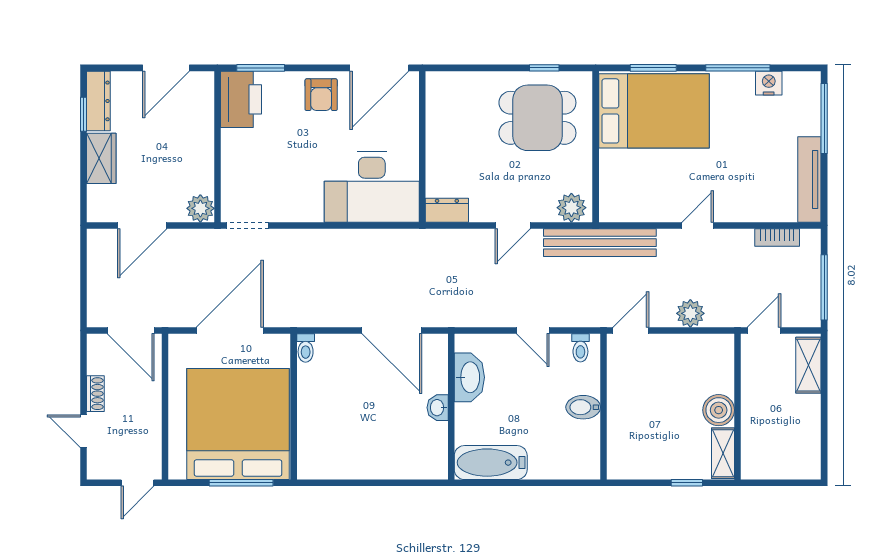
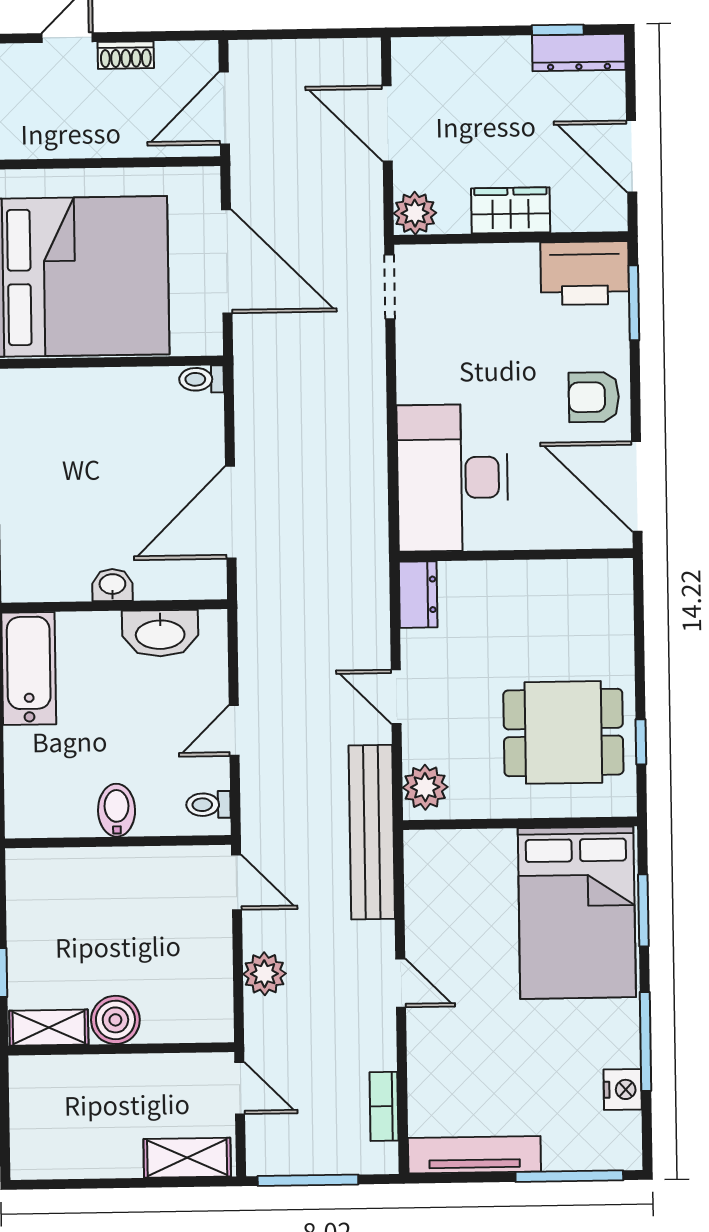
dining table: (537, 118) -> (563, 732), turned 90
wardrobe: (101, 158) -> (511, 210), moved, turned 180

